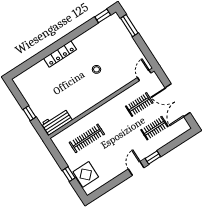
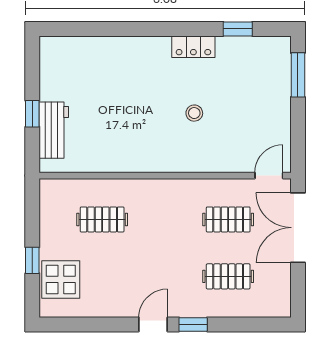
window: (103, 16) -> (238, 29), moved
locker: (60, 54) -> (193, 47), moved, width x0.66
double door: (178, 100) -> (298, 228), moved
workbench: (57, 122) -> (54, 130), moved, turned 90
clothes rail: (87, 138) -> (102, 219), width x0.73

